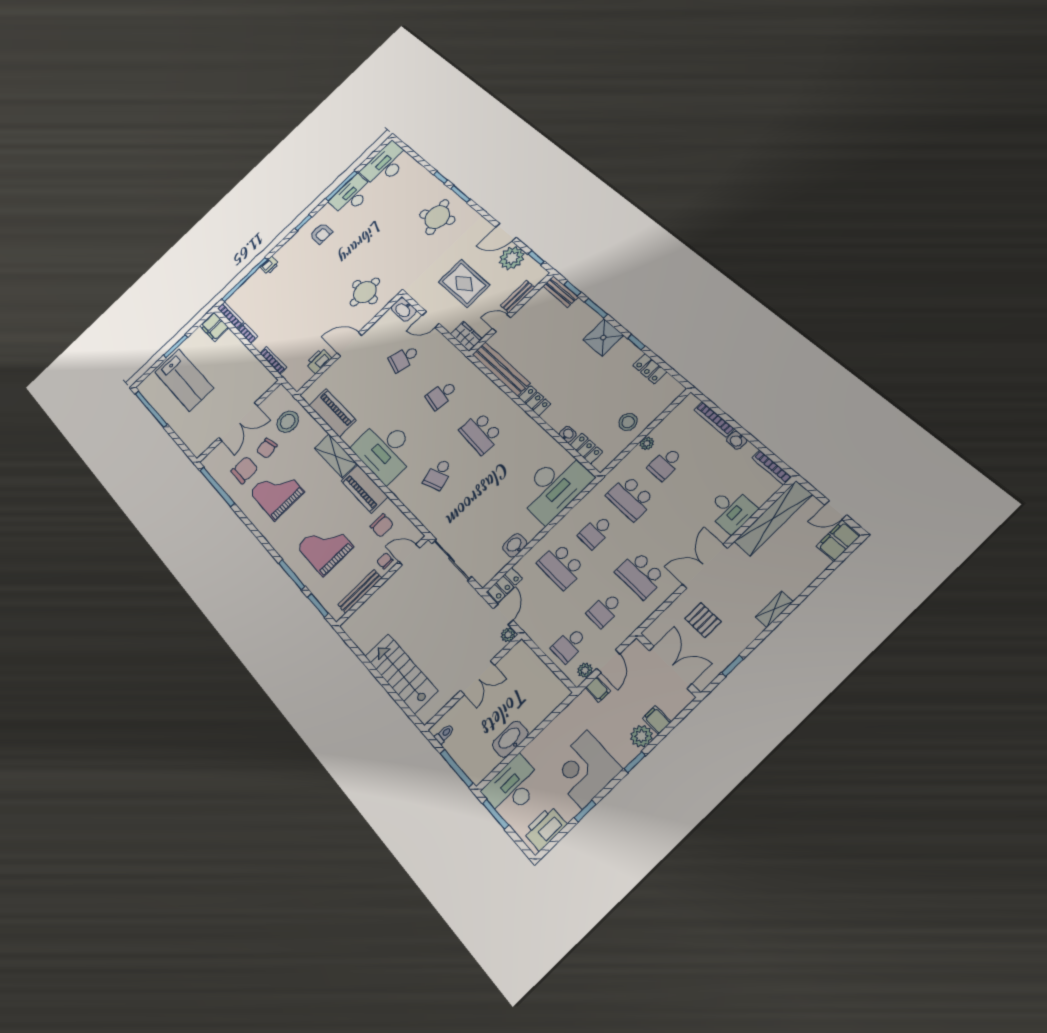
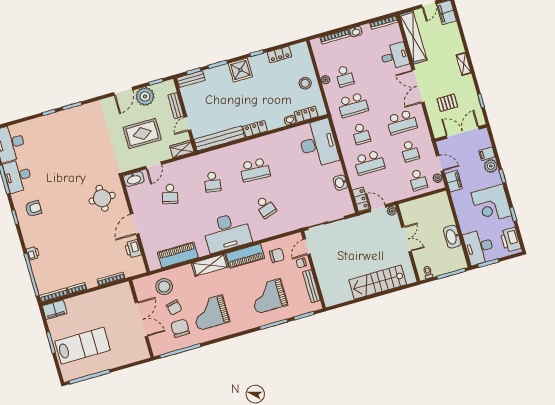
round table: (437, 217) -> (79, 128), removed
filing cabinet: (598, 689) -> (454, 181), width x2.00

